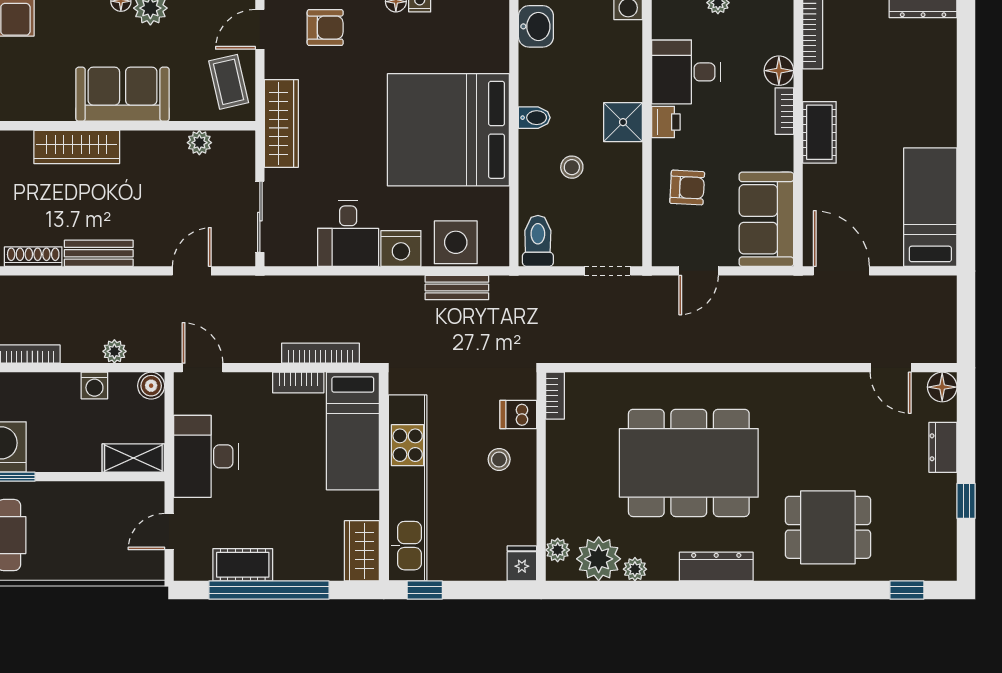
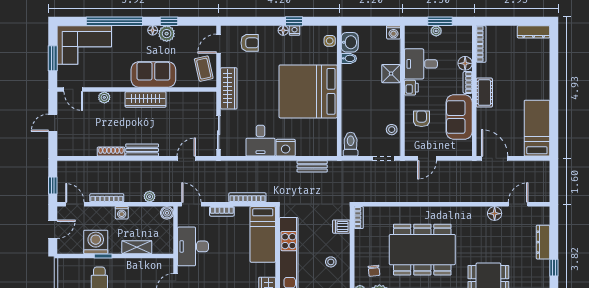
bidet: (534, 118) -> (349, 58), moved
shower: (623, 122) -> (391, 74), moved
plant: (199, 143) -> (104, 97), moved
wardrobe: (77, 147) -> (146, 99), moved
stool: (572, 167) -> (392, 130), moved
armchair: (687, 188) -> (422, 119), turned -93
sofa: (766, 219) -> (459, 117), moved
side table: (456, 242) -> (330, 41), moved, width x0.54, depth x0.54
door: (891, 368) -> (518, 204), swing flipped
bookcase: (298, 383) -> (222, 211), moved
washing machine: (94, 386) -> (122, 213), moved
floor lamp: (942, 387) -> (495, 214), moved
dresser: (943, 447) -> (543, 242), width x1.44
shelving: (133, 458) -> (137, 247), moved
stool: (499, 459) -> (331, 262), moved
chair: (587, 508) -> (374, 271), added

